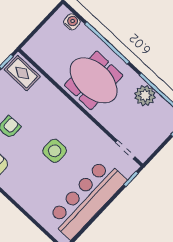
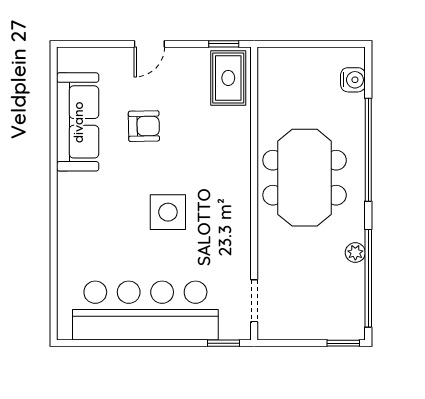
plant: (145, 96) -> (355, 253), width x0.53, depth x0.53

